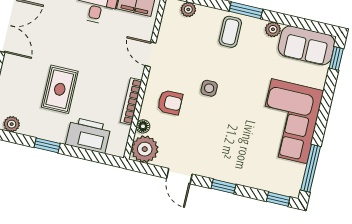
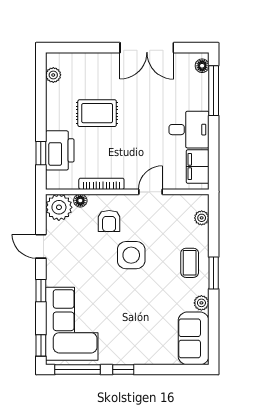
coffee table: (230, 32) -> (190, 263), turned 90
window: (336, 58) -> (123, 370), moved
side table: (209, 88) -> (131, 255), width x1.87, depth x1.87
corner sofa: (289, 121) -> (72, 324), moved, turned 90
window: (47, 145) -> (41, 153), moved
door: (179, 176) -> (41, 246), hinge flipped

